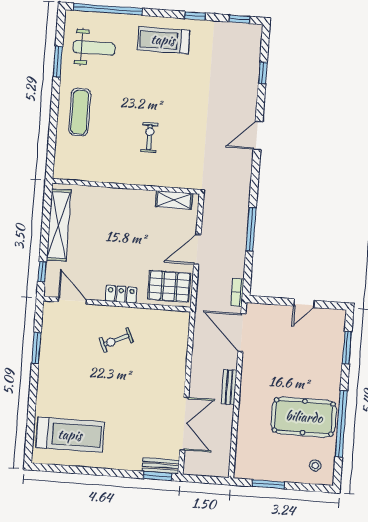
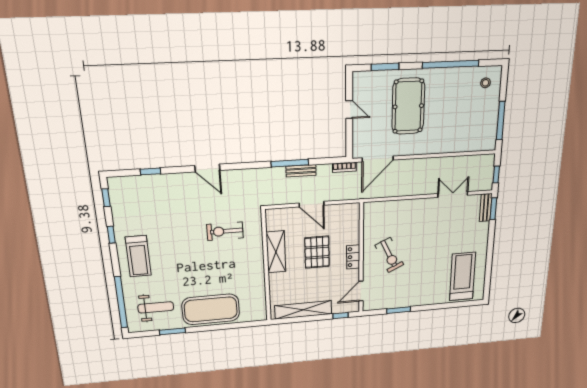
weight bench: (94, 48) -> (156, 307), turned 90
exercise mat: (80, 112) -> (211, 309), width x2.00, depth x1.45
exercise bike: (149, 137) -> (225, 231), moved, width x1.38, depth x1.39
shelving: (174, 200) -> (276, 252), moved, width x1.50, depth x1.33
pallet: (169, 286) -> (317, 252), moved
exercise bike: (116, 340) -> (389, 255), width x1.38, depth x1.39
bench: (229, 387) -> (301, 171), moved
pool table: (304, 417) -> (408, 106), moved
double door: (184, 424) -> (453, 194), width x0.73
window: (202, 479) -> (496, 174), added
window: (268, 484) -> (501, 121), width x1.44

